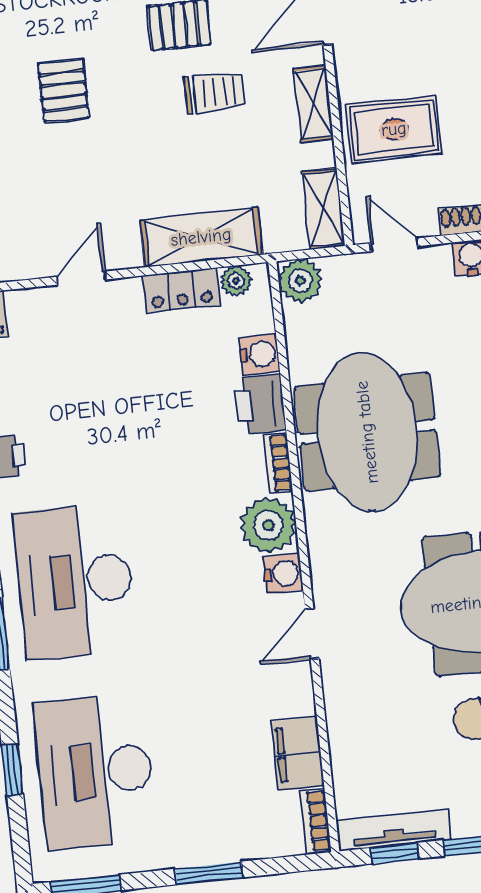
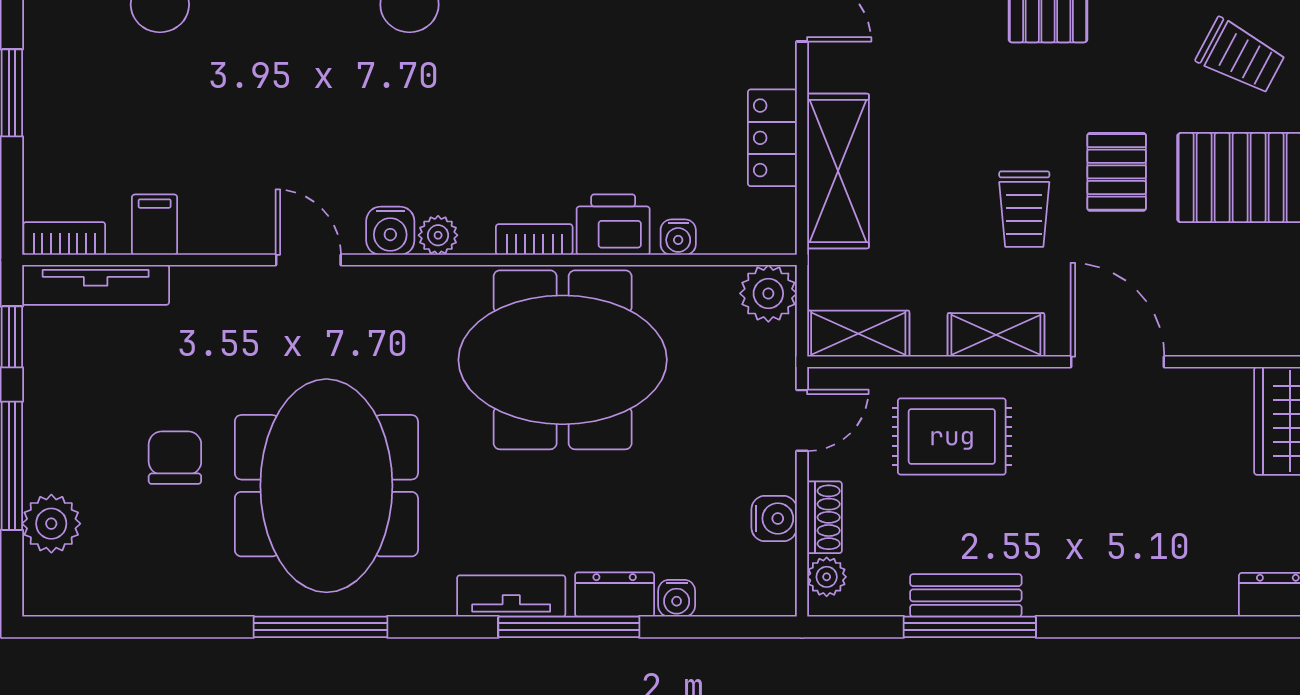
rug: (394, 129) -> (952, 436), turned 90
plant: (236, 281) -> (777, 210), removed
water cooler: (259, 354) -> (678, 237), width x0.72, depth x0.72
plant: (268, 525) -> (438, 235), width x0.53, depth x0.53
filing cabinet: (298, 754) -> (155, 225), width x0.50
tv unit: (394, 830) -> (96, 285), moved, turned 90

